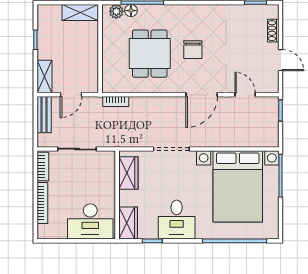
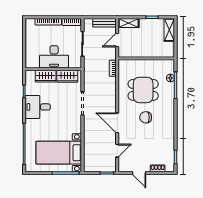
plant: (116, 11) -> (170, 69), removed
shelving: (80, 12) -> (169, 30), moved
door: (280, 60) -> (139, 173), hinge flipped
door: (71, 95) -> (117, 40), hinge flipped
bed with nightstands: (238, 186) -> (59, 153), width x0.73
desk: (90, 221) -> (54, 57), moved, turned -90
wardrobe: (128, 223) -> (46, 76), moved

